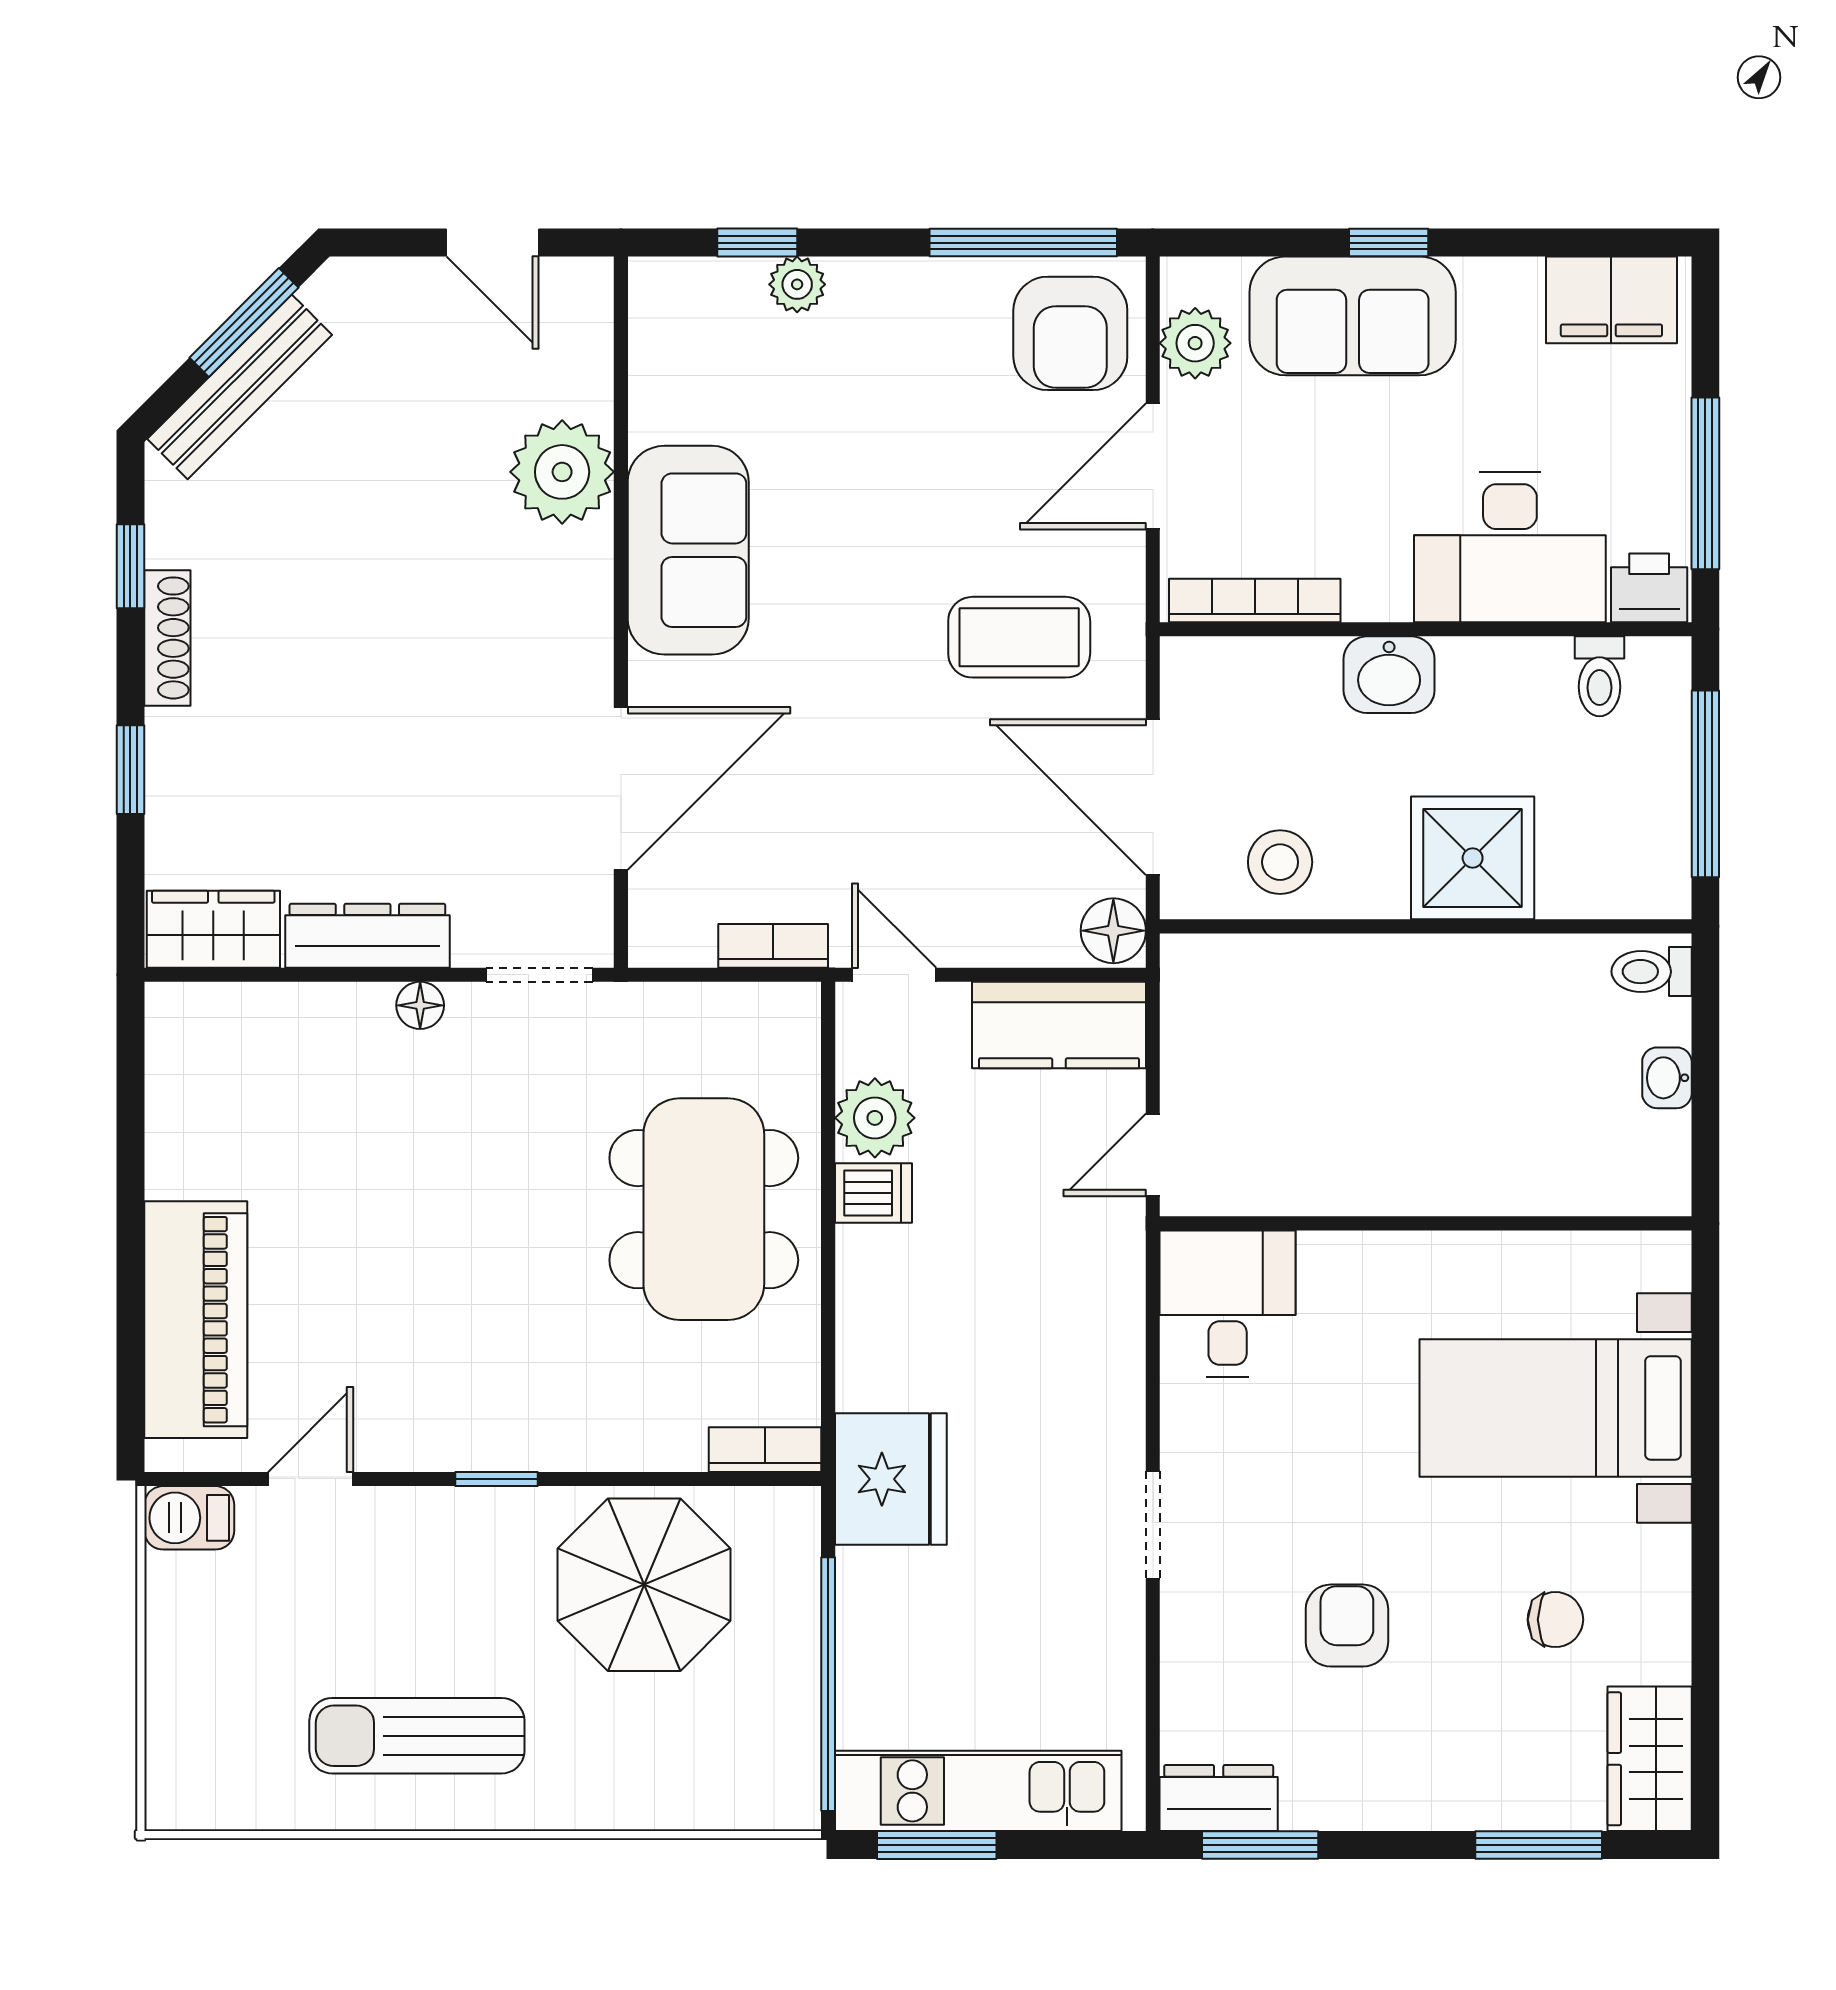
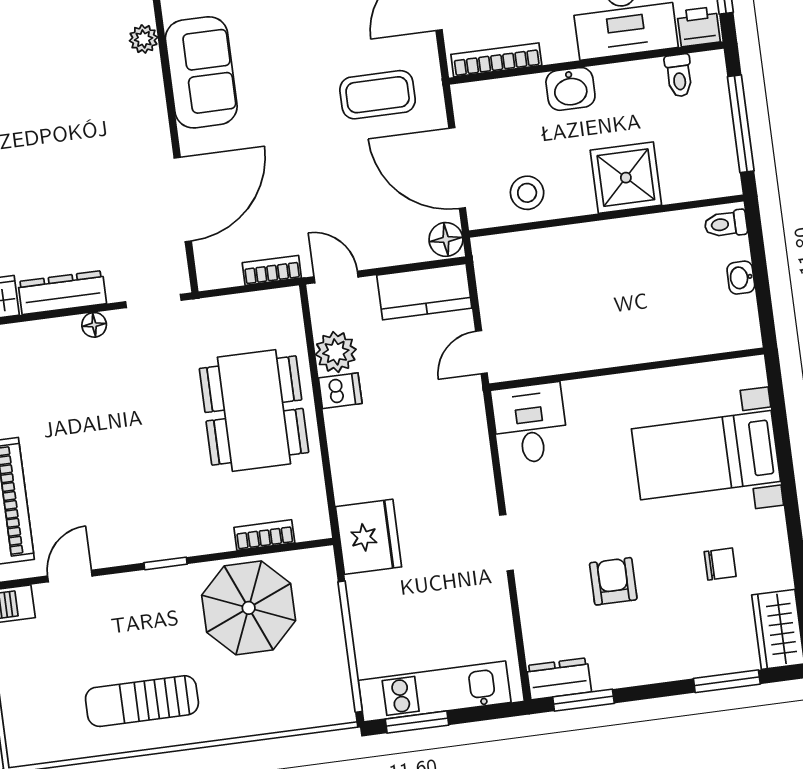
plant: (562, 472) -> (144, 39), width x0.53, depth x0.53
bookcase: (765, 1450) -> (264, 535), moved

